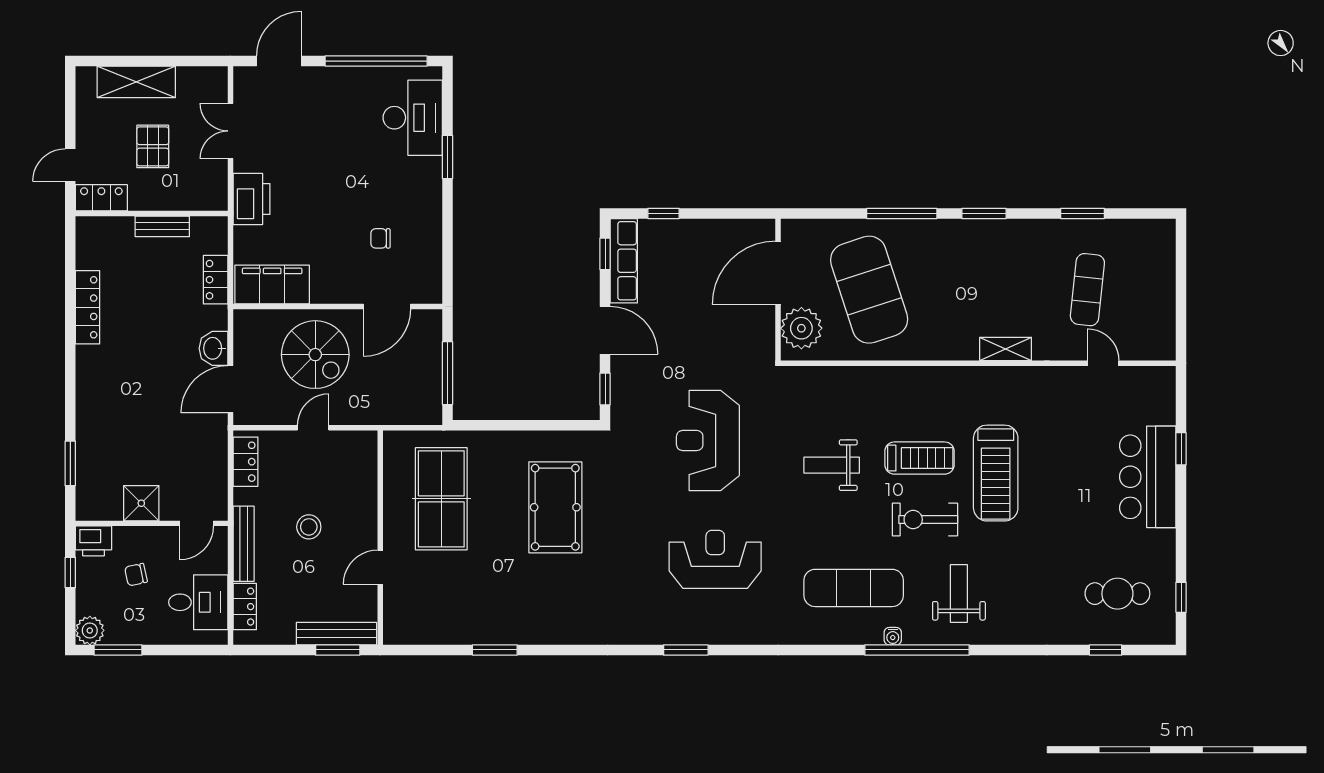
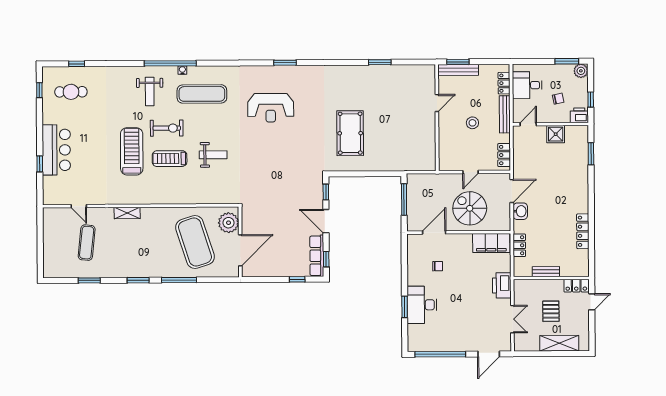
desk: (413, 118) -> (422, 305), moved
reception desk: (708, 441) -> (275, 167), removed
table tennis table: (441, 499) -> (407, 137), removed

